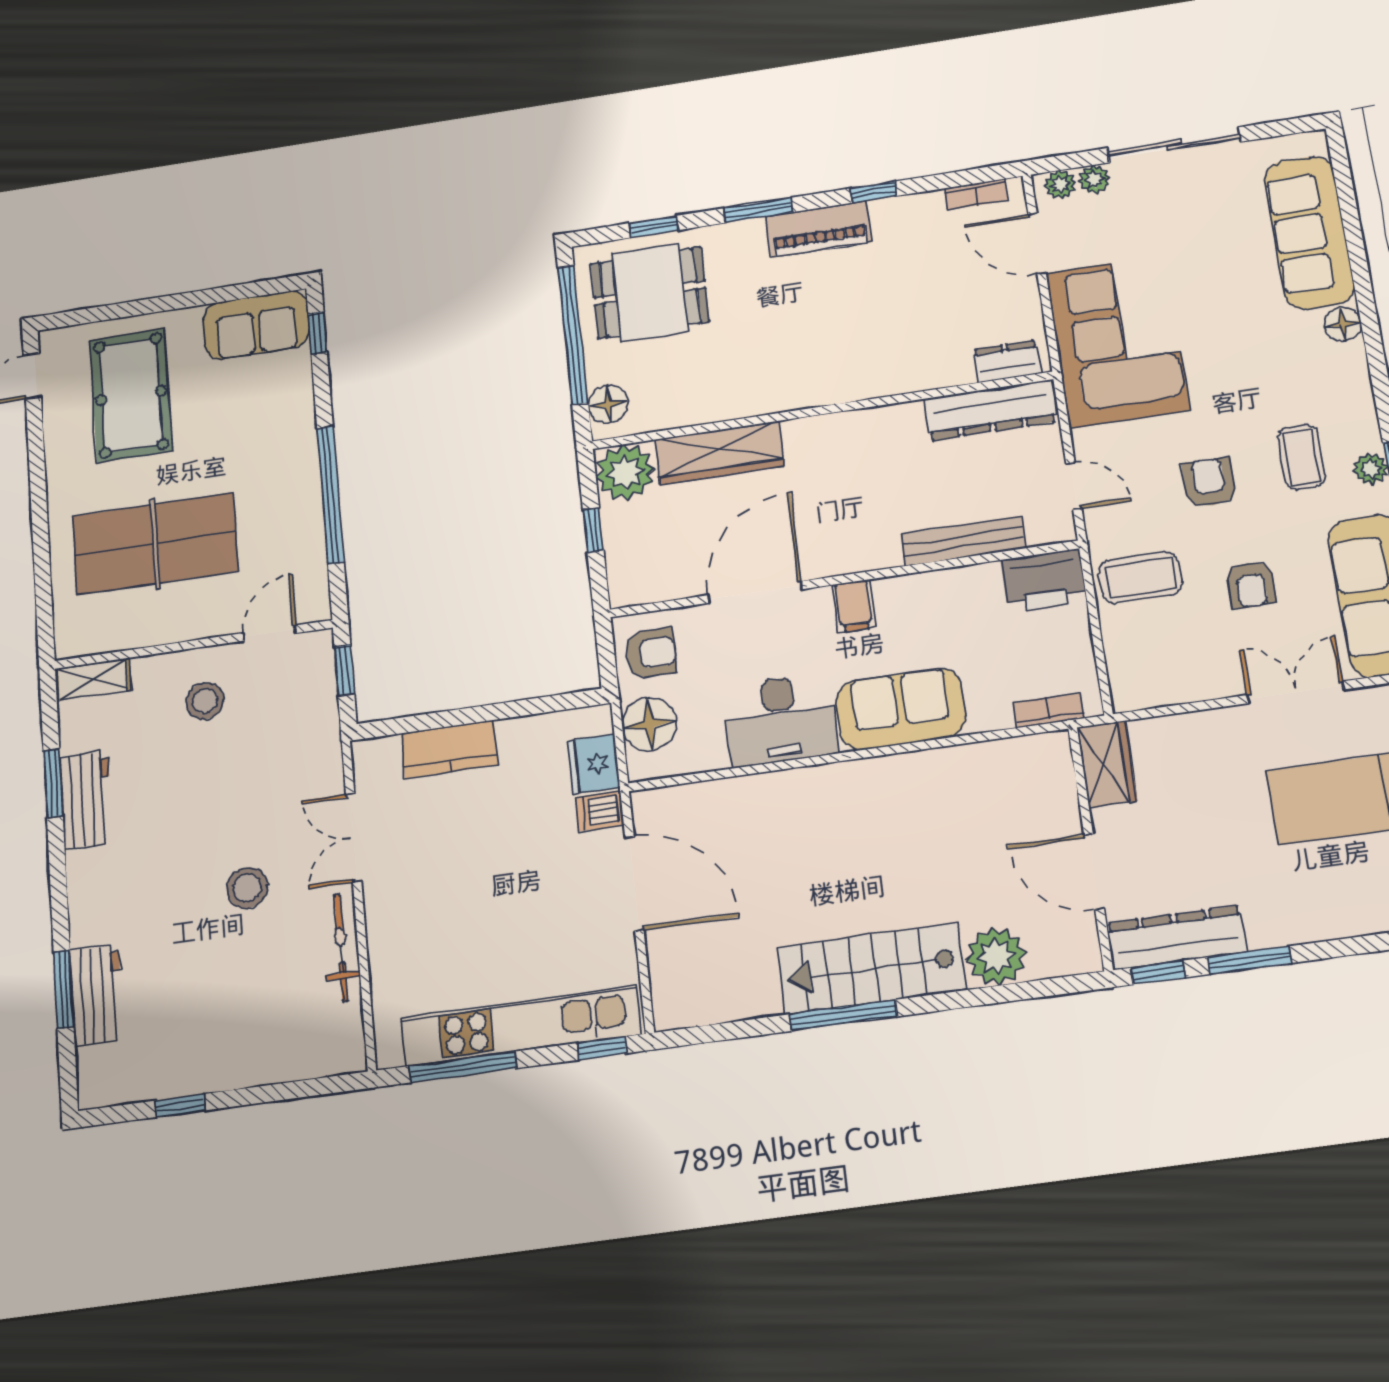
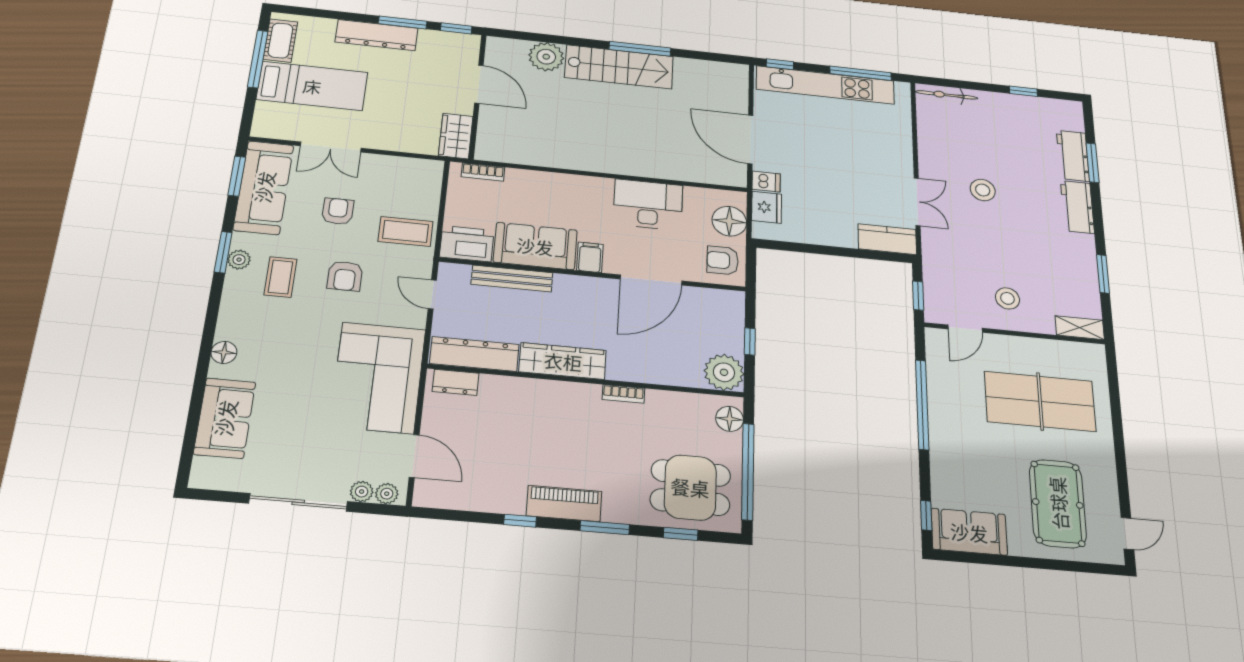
bookcase: (976, 194) -> (623, 394), moved, turned 180
sofa: (1309, 232) -> (225, 418), width x0.73
wardrobe: (719, 453) -> (563, 361), moved
sofa: (901, 709) -> (535, 246), moved, turned 180
kitchen counter: (449, 749) -> (887, 239), moved
workbench: (86, 800) -> (1077, 207), moved
dresser: (1176, 938) -> (377, 35), moved
bicycle: (341, 947) -> (947, 95), moved, turned 90

